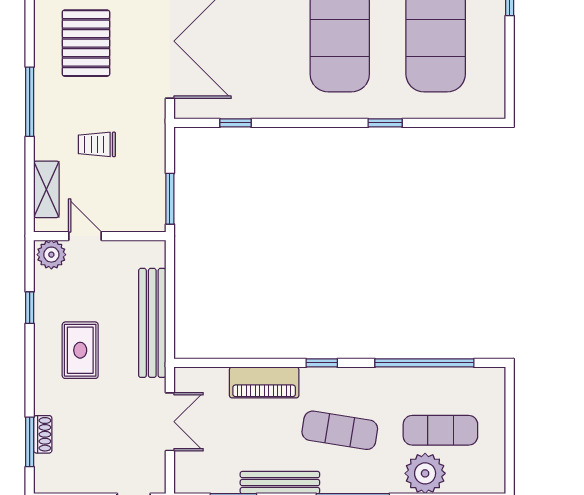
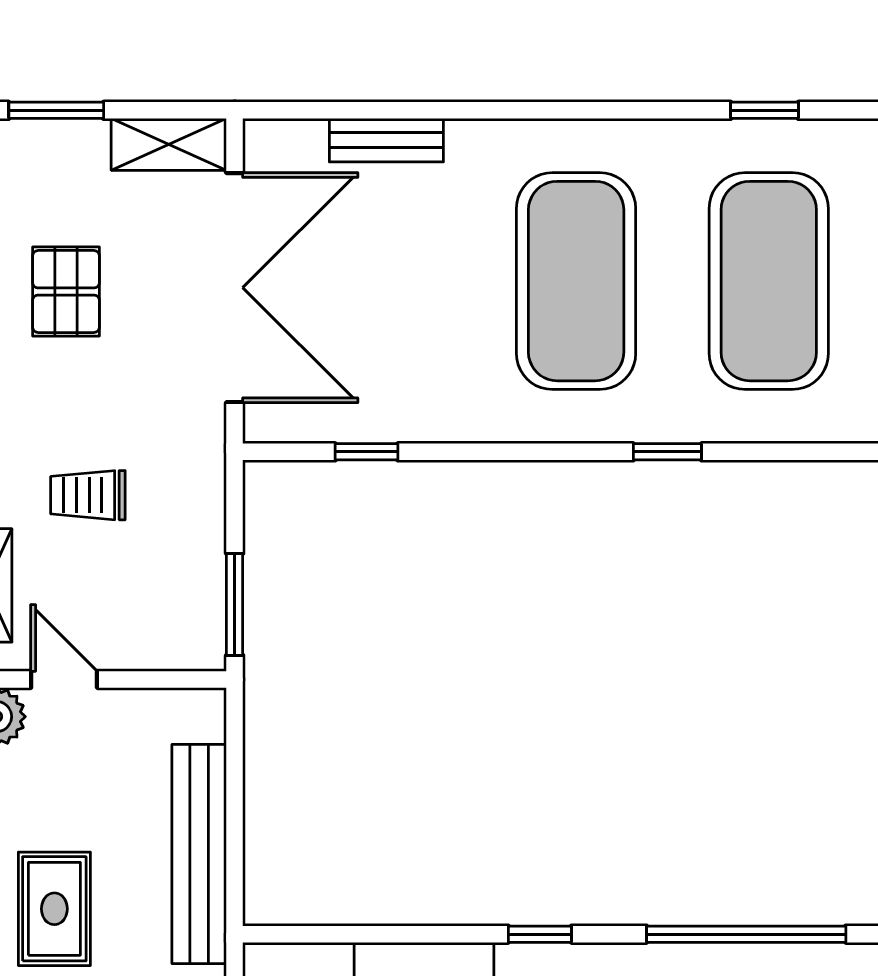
pallet: (86, 43) -> (66, 292), width x0.67, depth x0.71

